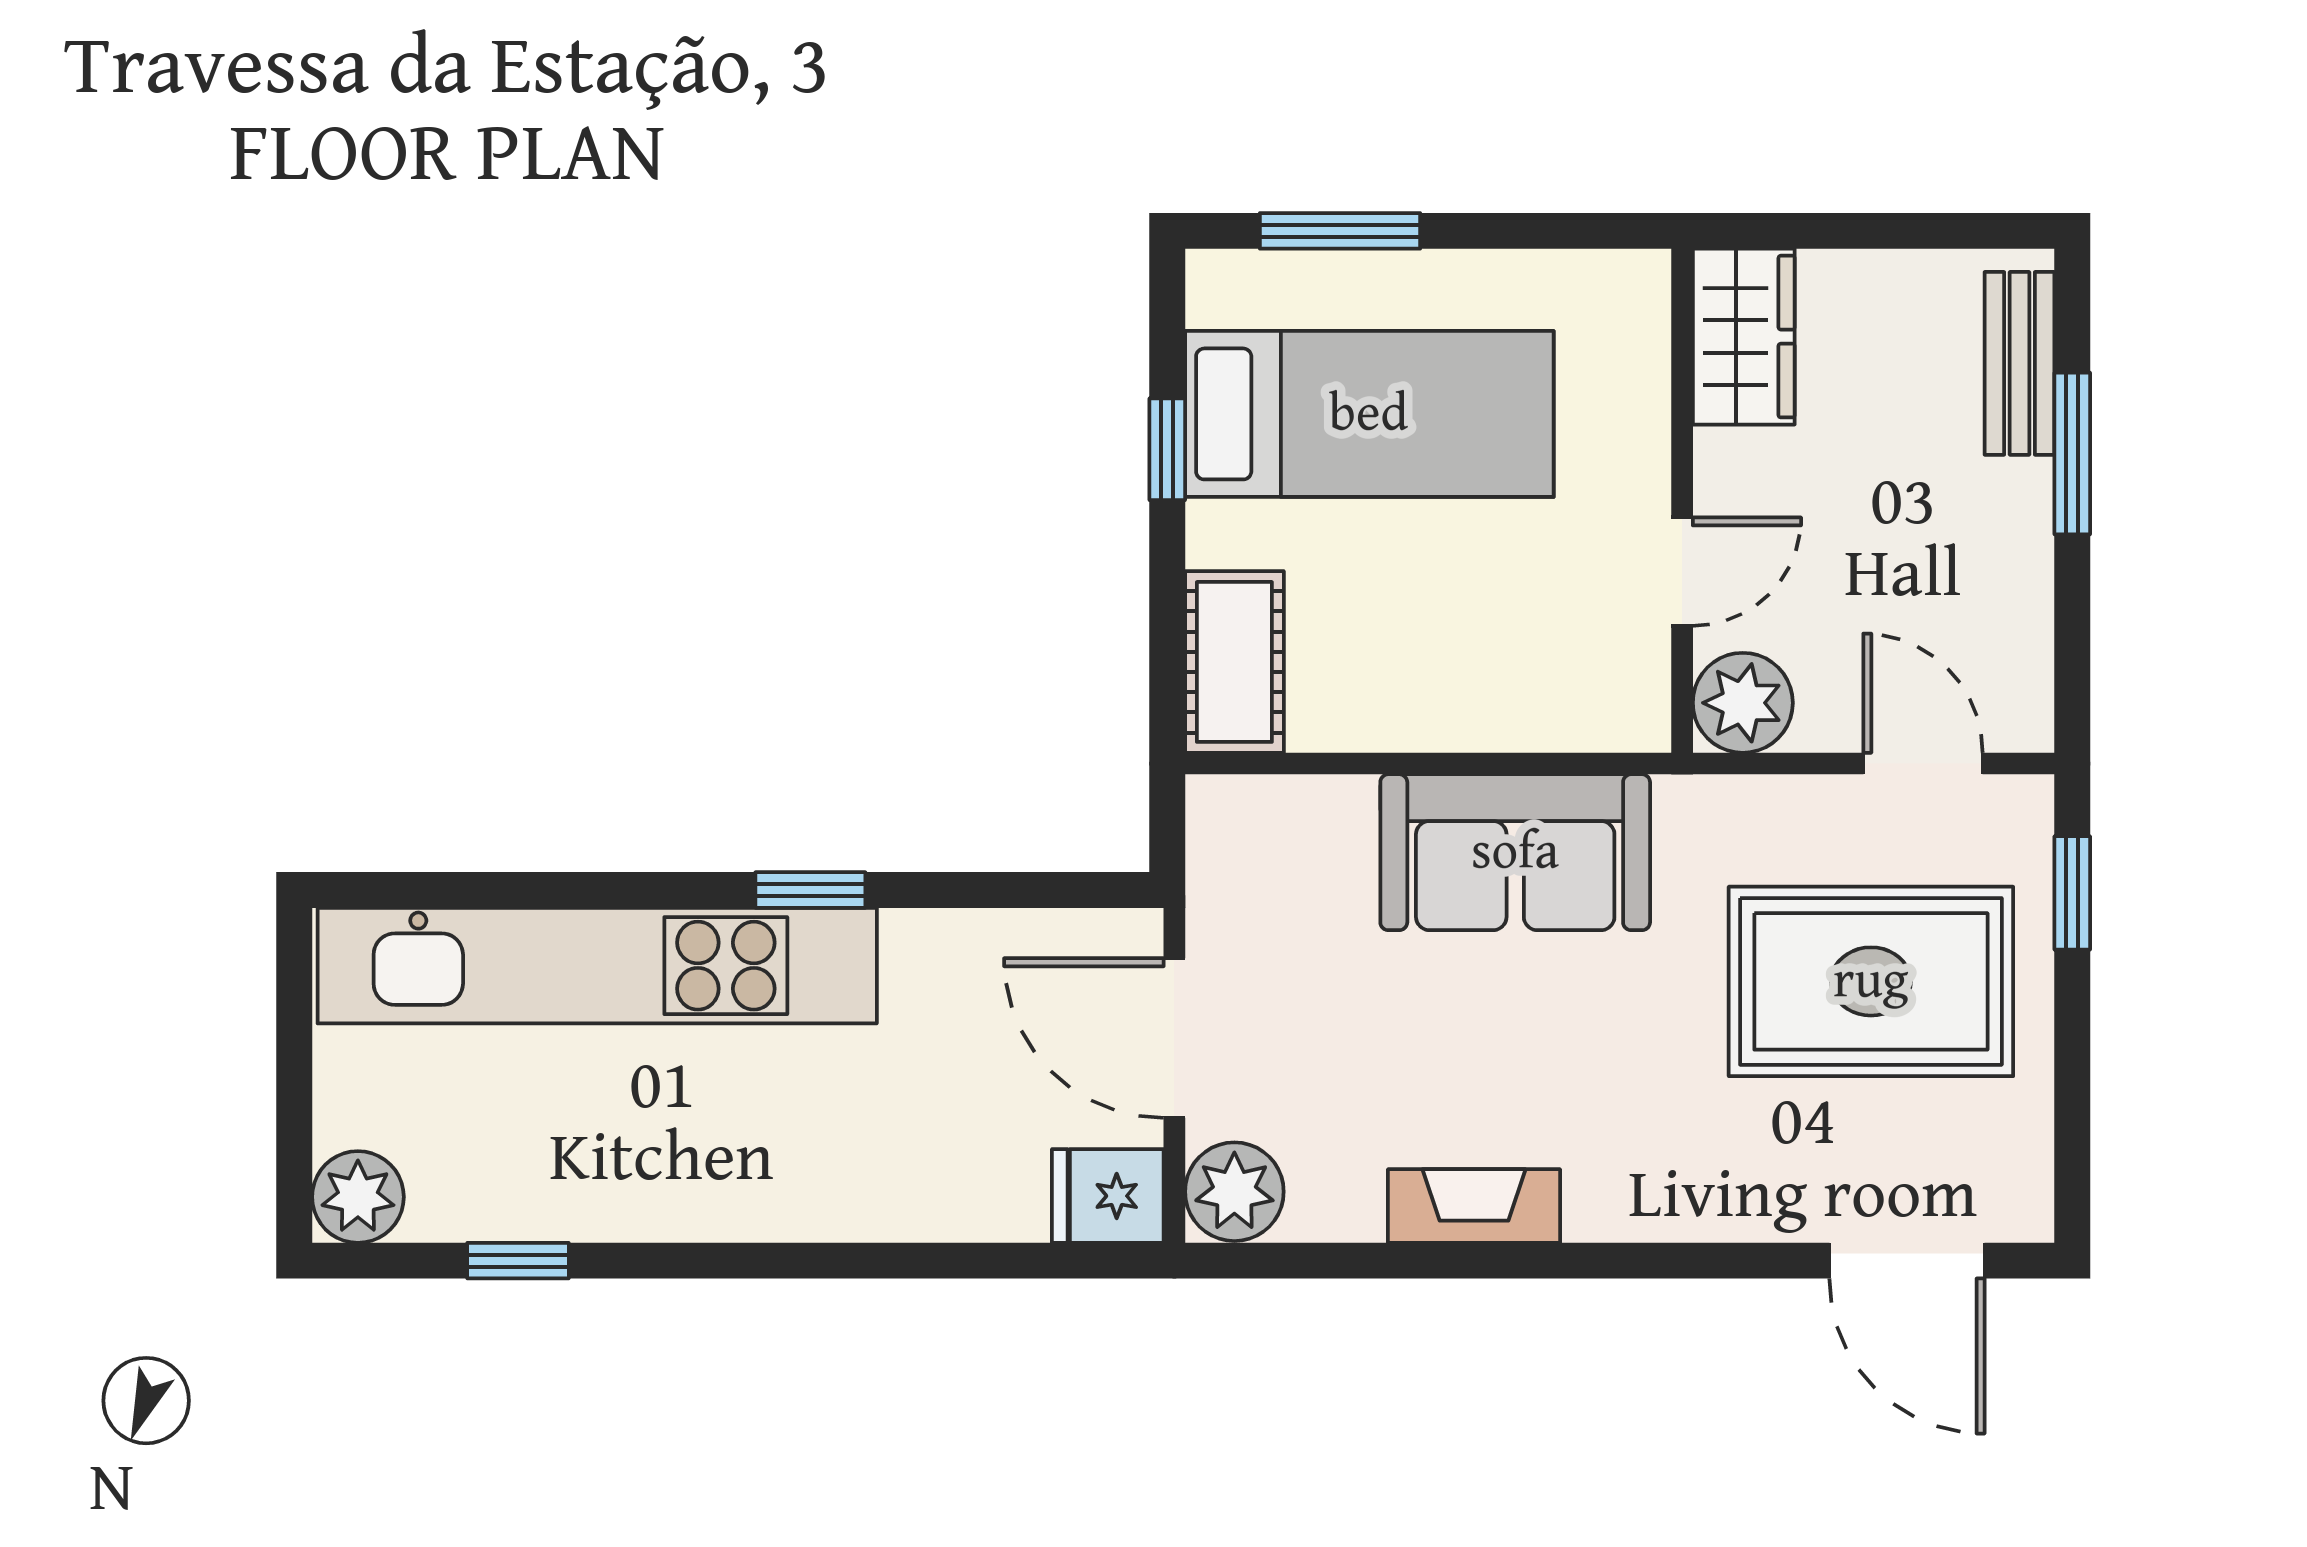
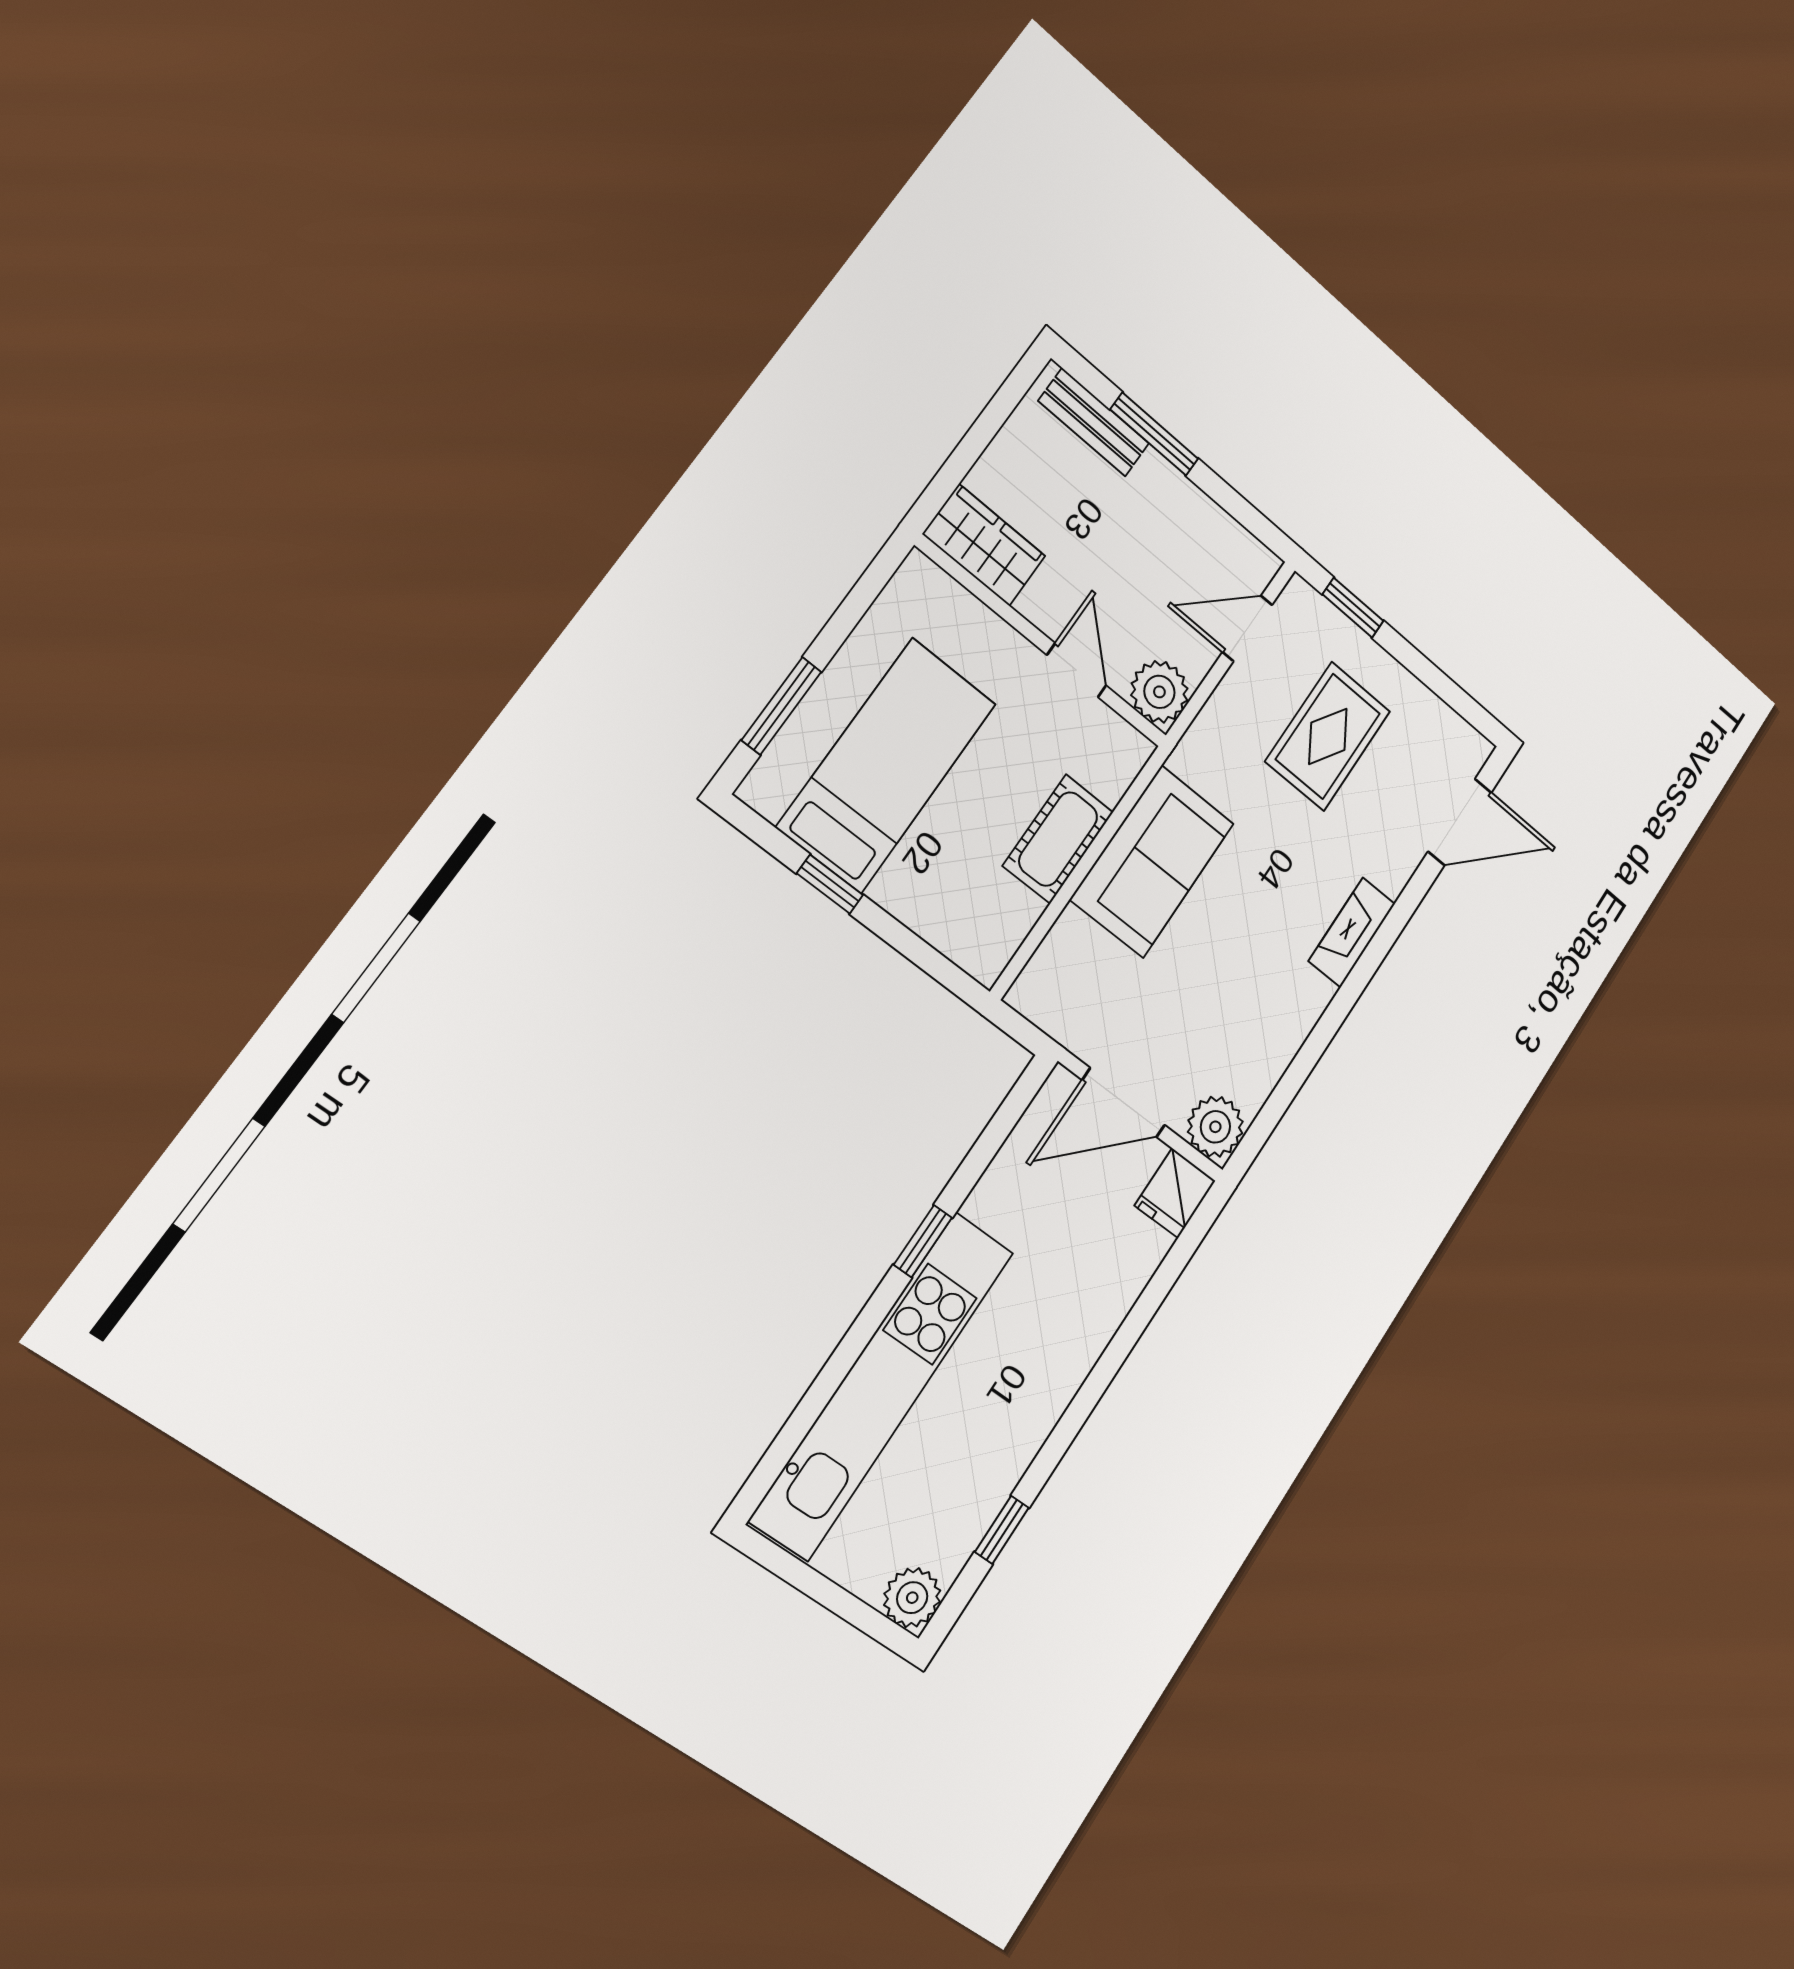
cot: (1234, 662) -> (1058, 839), moved, turned 90
rug: (1871, 981) -> (1328, 736), width x0.73, depth x0.70
fireplace: (1474, 1206) -> (1352, 932), moved

